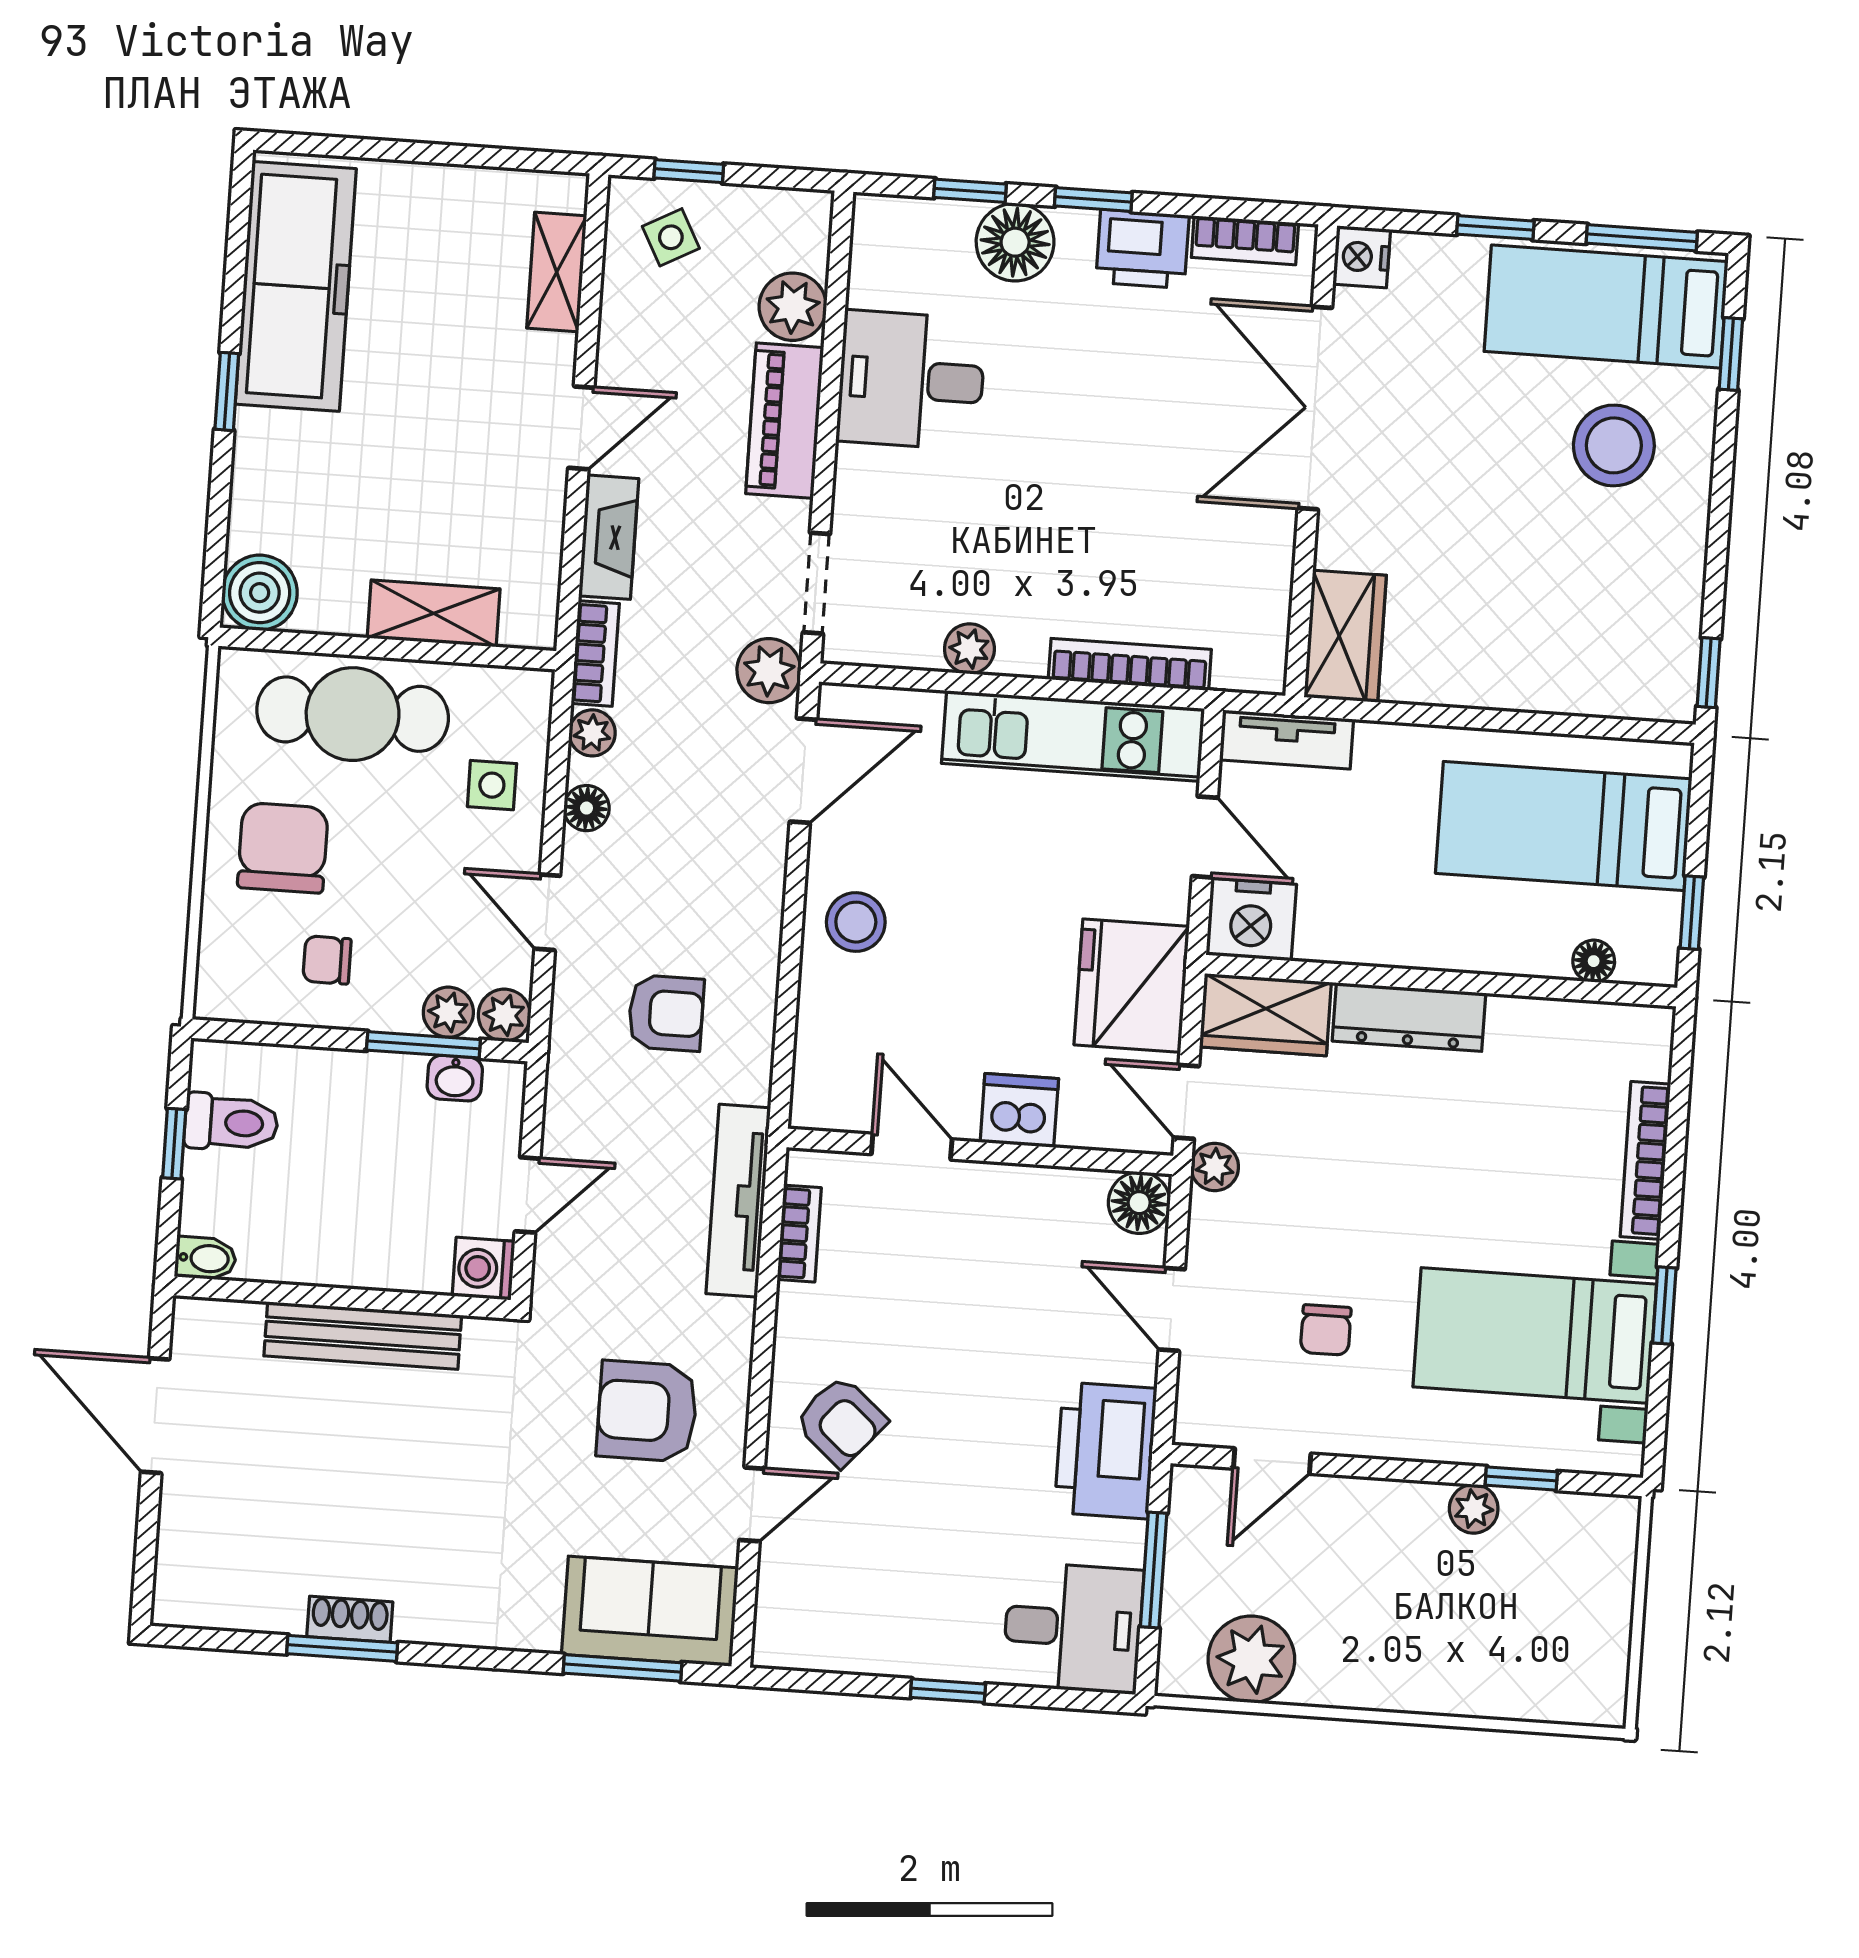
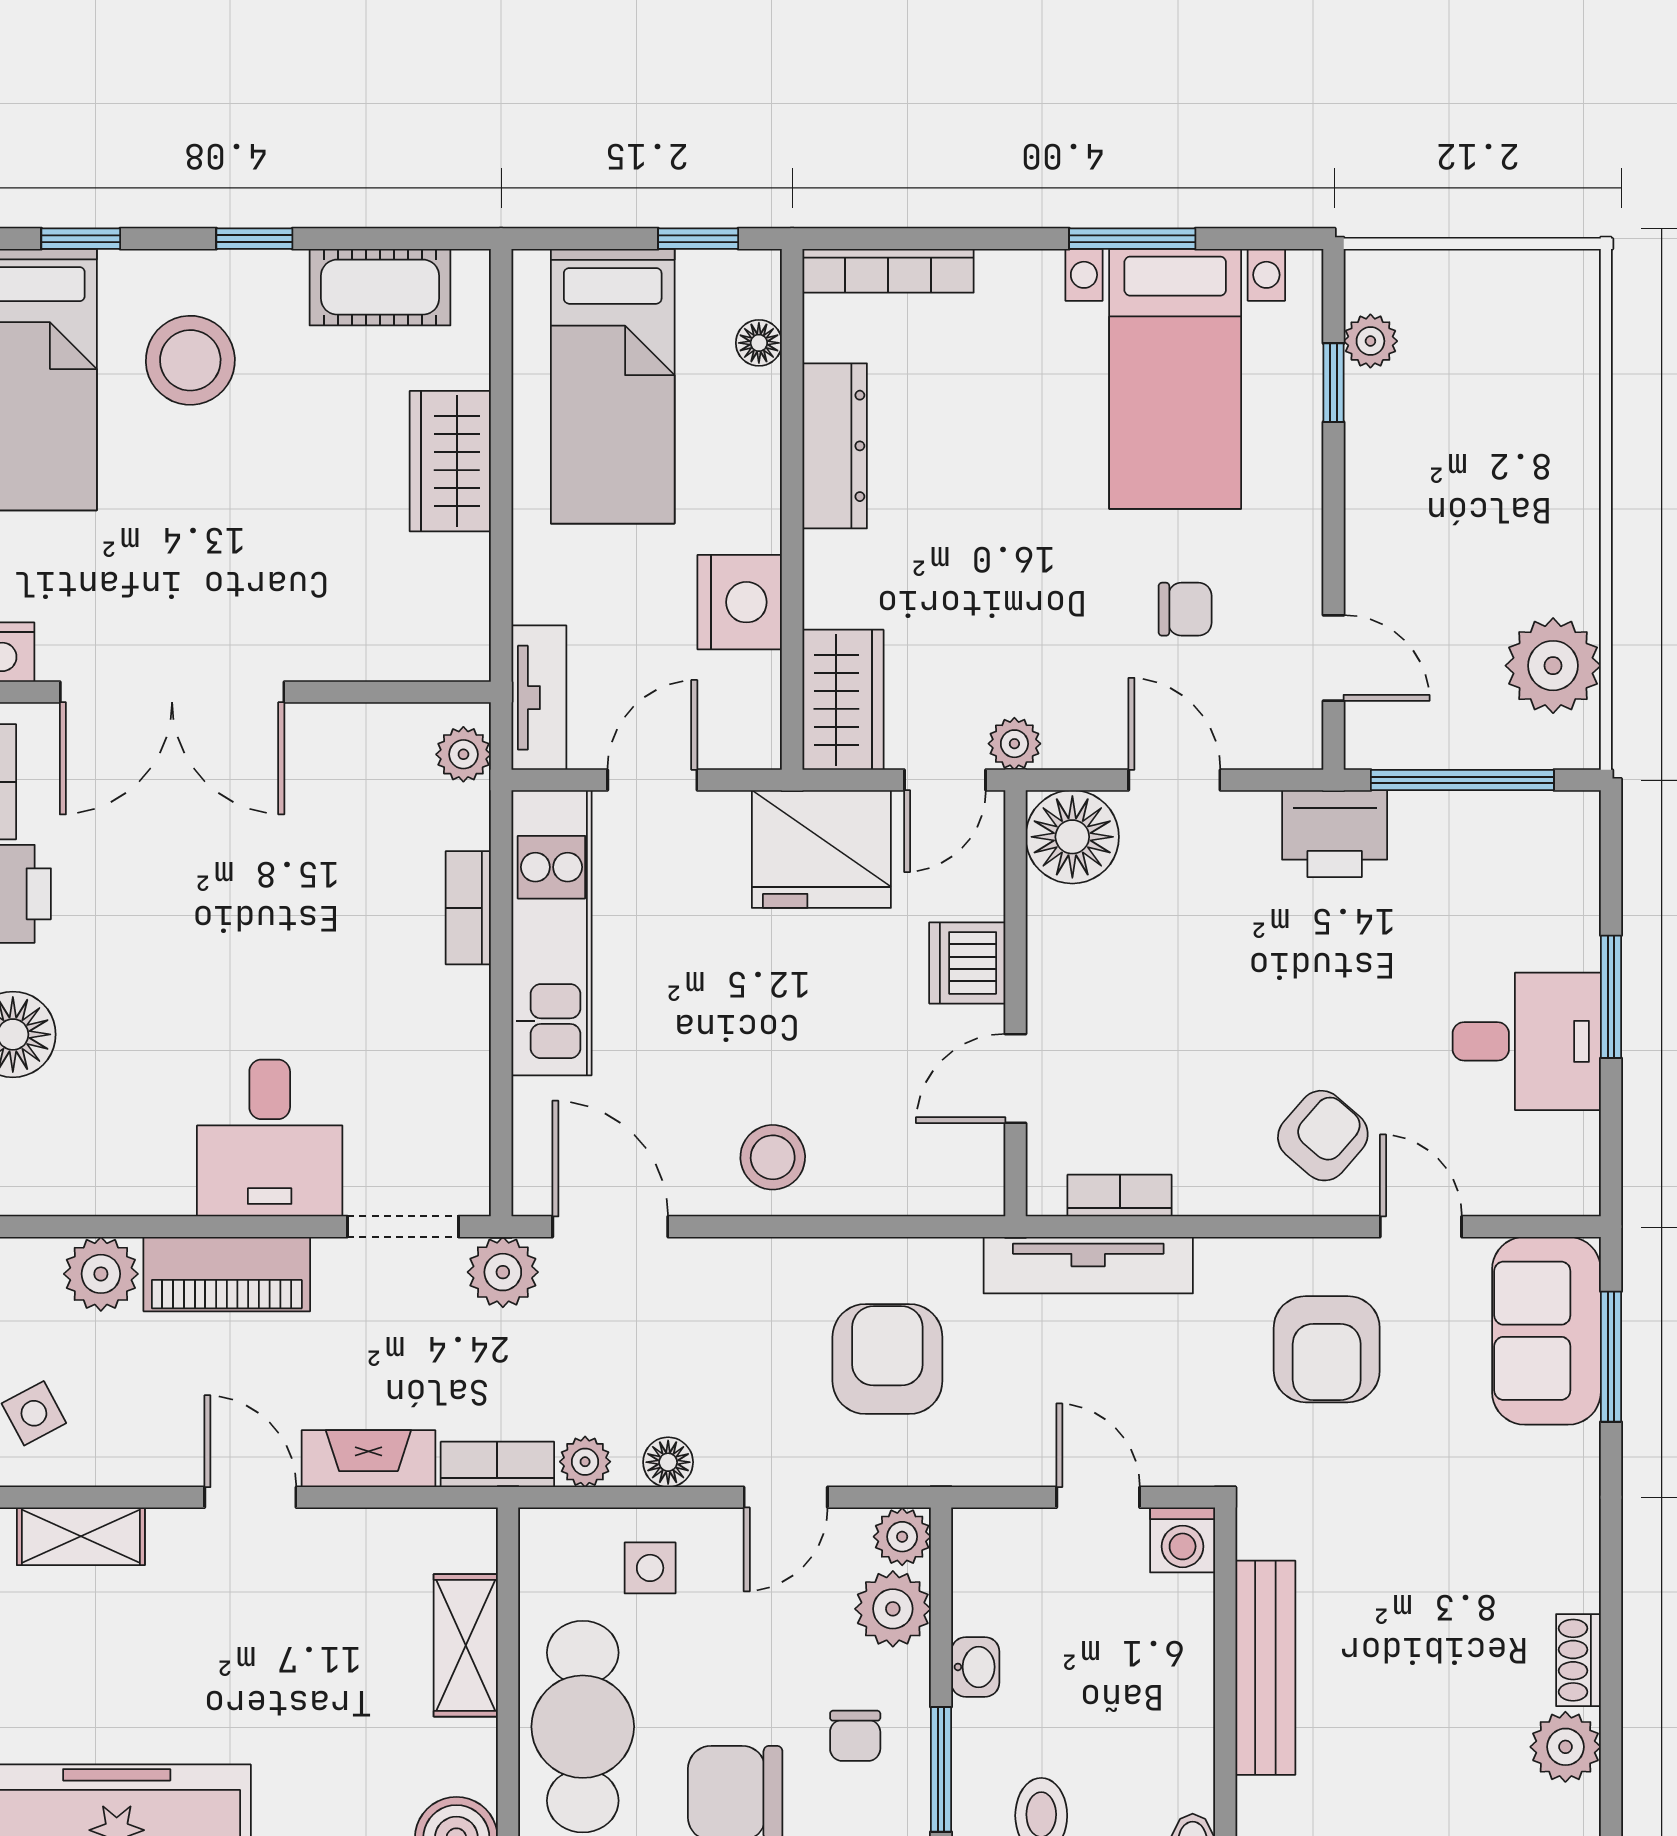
desk: (911, 380) -> (270, 1138), moved
cot: (1668, 622) -> (380, 287), added
wardrobe: (1345, 636) -> (450, 461), moved, turned -90
plant: (969, 649) -> (463, 754), moved
bookcase: (1130, 664) -> (468, 908), width x0.64
window: (1709, 673) -> (254, 239), moved
nightstand: (1251, 920) -> (740, 602), moved
plant: (448, 1012) -> (893, 1609), width x1.38, depth x1.38
armchair: (666, 1013) -> (887, 1359), width x1.38, depth x1.38
dresser: (1409, 1017) -> (835, 446), moved
window: (423, 1045) -> (941, 1769), moved
washbasin: (455, 1078) -> (975, 1667), moved
bookcase: (1645, 1160) -> (888, 271), moved
floor lamp: (1139, 1203) -> (1072, 837), width x1.38, depth x1.38
window: (1664, 1305) -> (1132, 239), width x1.50
door: (1172, 1309) -> (1174, 780), swing flipped
printer: (1106, 1450) -> (1335, 834), width x0.73, depth x0.84
plant: (1474, 1509) -> (1370, 341), moved
window: (1154, 1570) -> (1462, 780), width x1.44
plant: (272, 1602) -> (1565, 1747), added
desk: (1073, 1628) -> (1527, 1041), moved, turned 90
window: (342, 1648) -> (1611, 1666), removed
window: (948, 1691) -> (1611, 997), width x1.50

